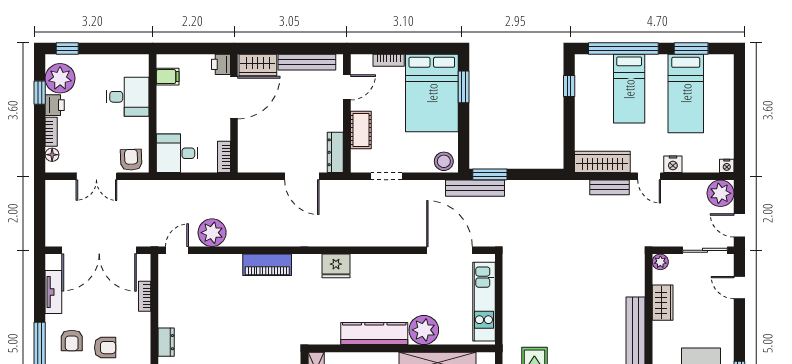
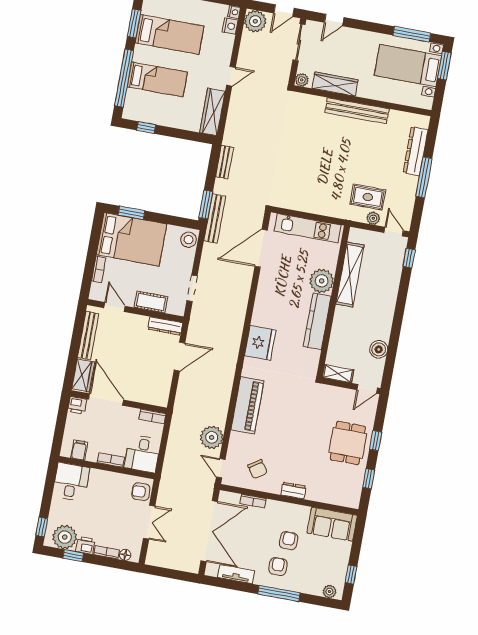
desk: (128, 97) -> (71, 482), moved
bookcase: (163, 117) -> (111, 460), added
nightstand: (673, 164) -> (230, 26), moved
bench: (610, 187) -> (225, 162), moved
piano: (267, 265) -> (247, 405), width x1.37, depth x1.33
fridge: (336, 266) -> (260, 343), width x1.36, depth x1.34
chair: (184, 294) -> (257, 469), added
wardrobe: (663, 303) -> (335, 84), width x1.50
armchair: (72, 340) -> (278, 567), turned -90

